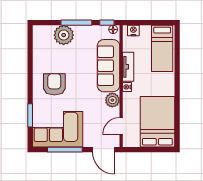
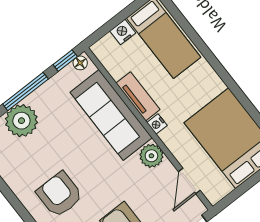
nightstand: (133, 31) -> (123, 32), moved

